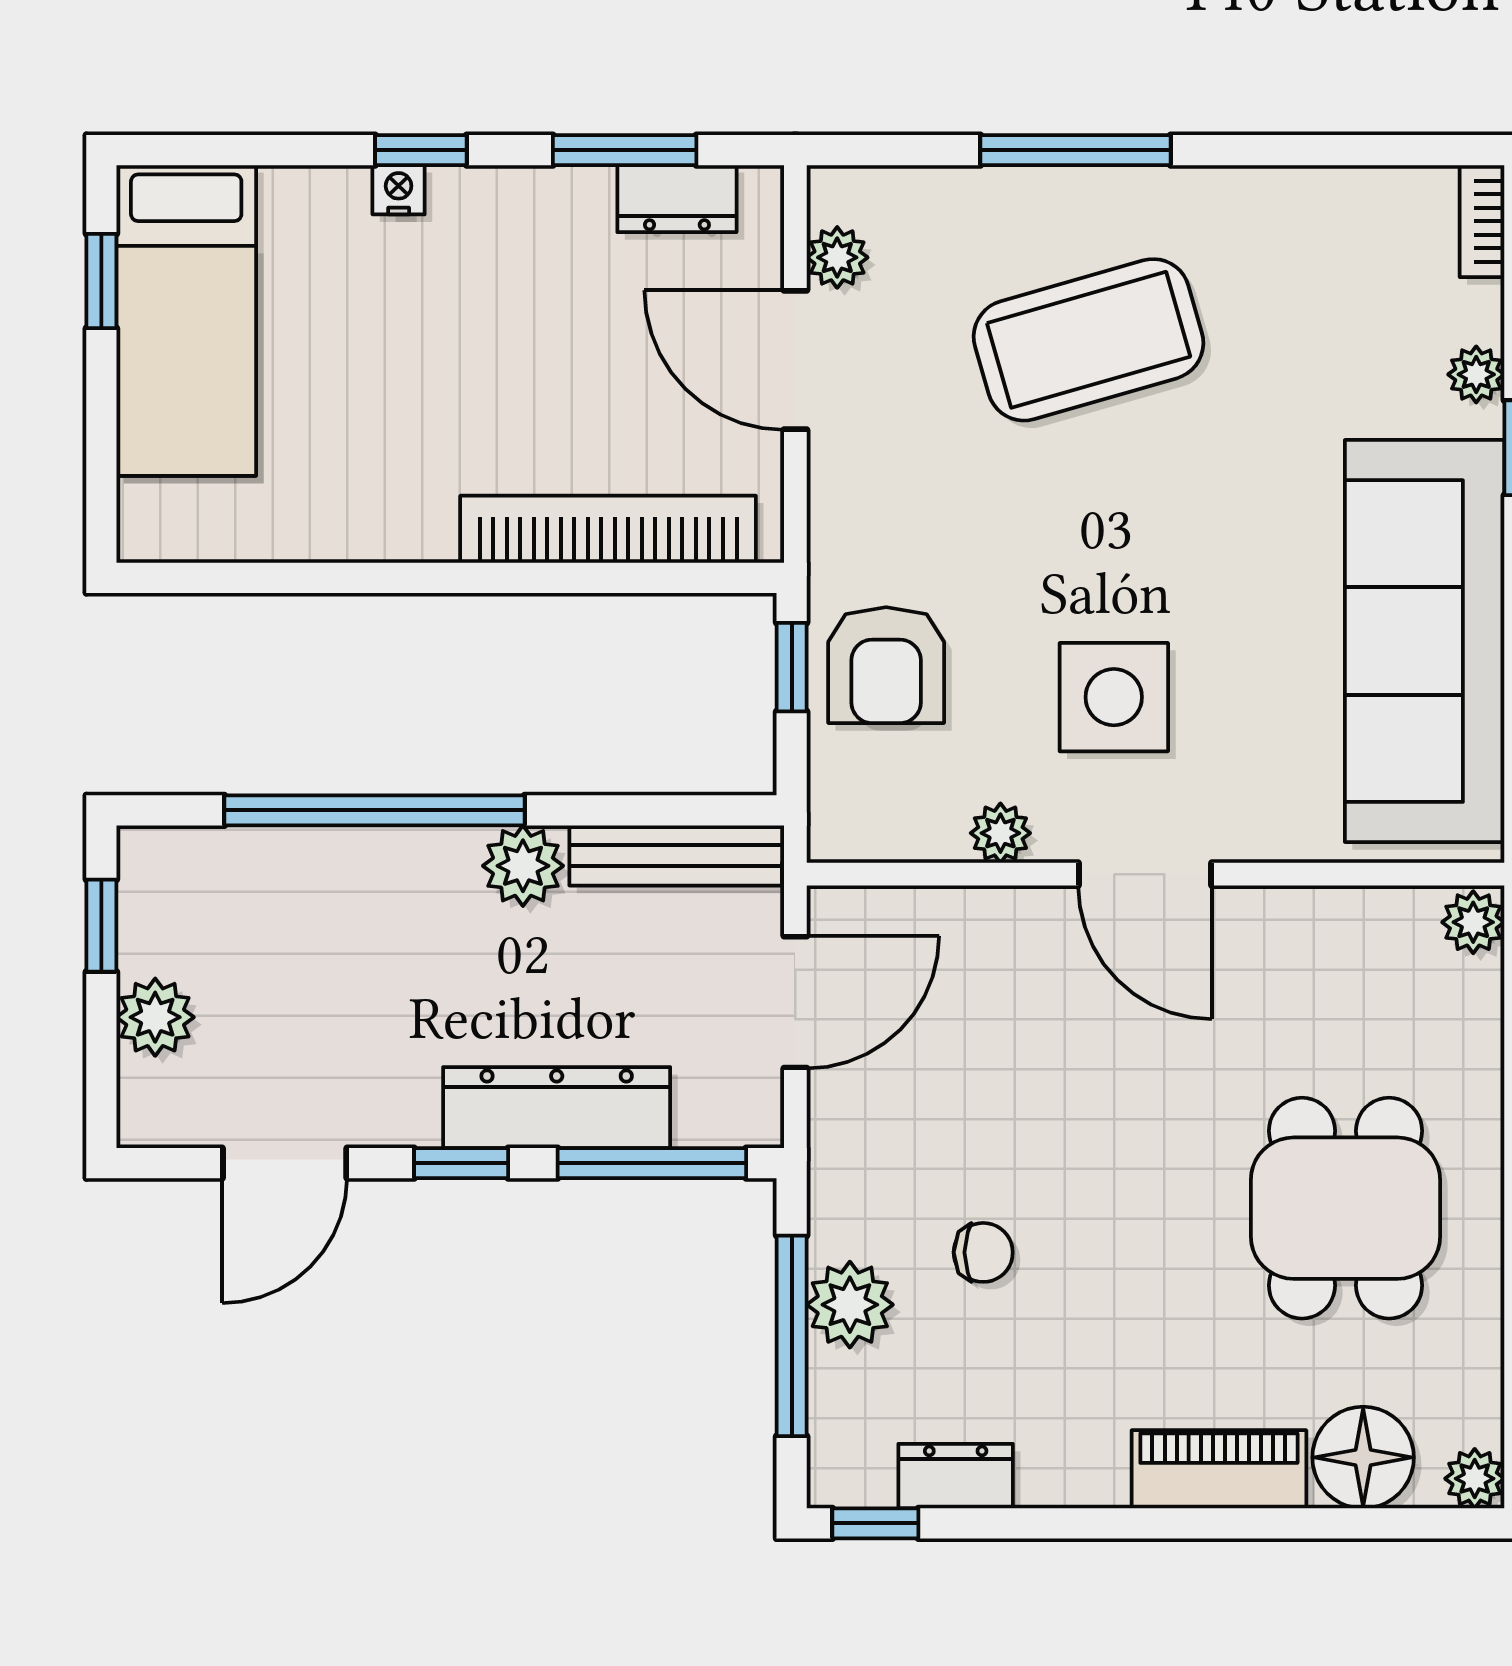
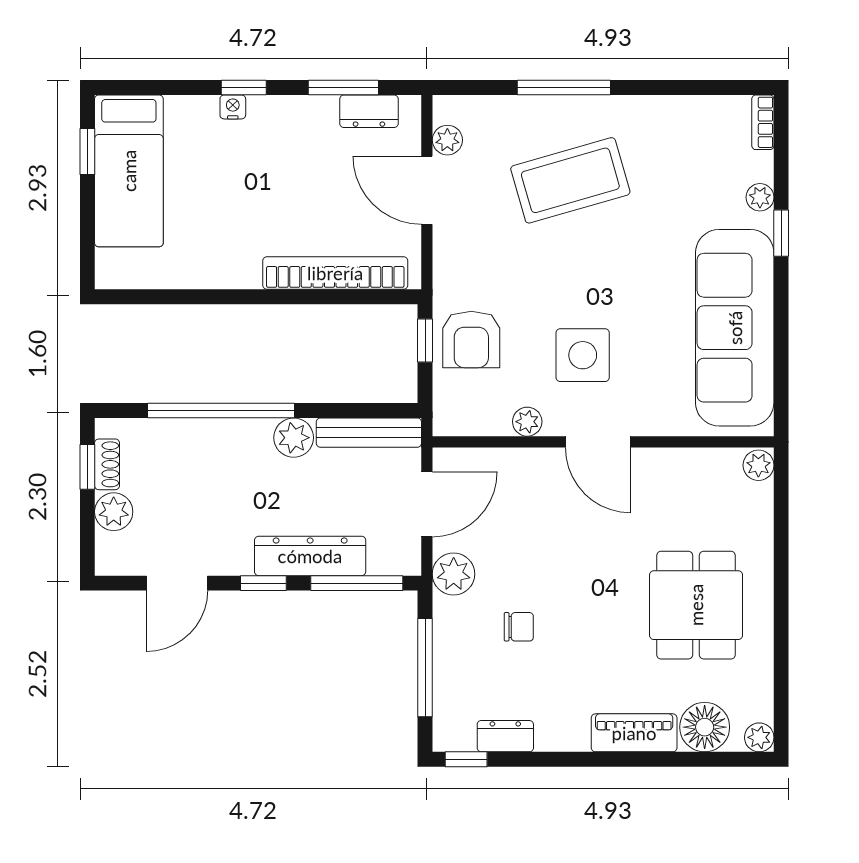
shoe rack: (142, 920) -> (107, 464), added
plant: (850, 1305) -> (454, 574), moved

